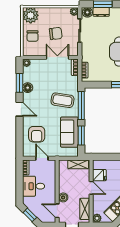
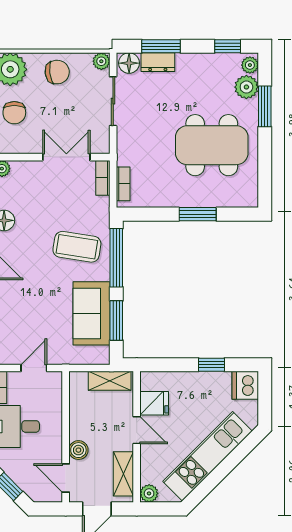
chair: (56, 33) -> (57, 72), moved
armchair: (37, 134) -> (23, 318), removed
door: (42, 158) -> (34, 368), hinge flipped

